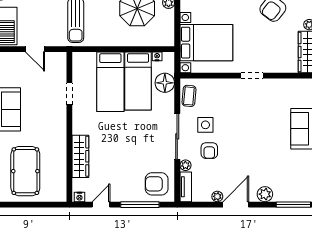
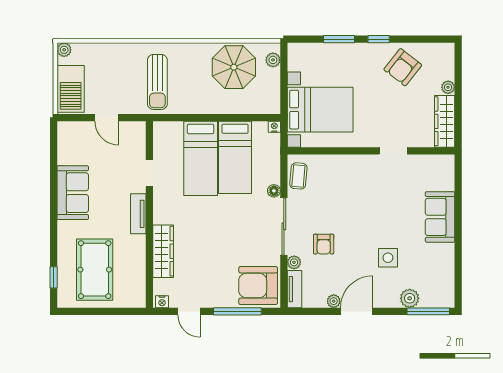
nightstand: (157, 56) -> (274, 127), moved
doorway: (252, 76) -> (393, 151), moved
floor lamp: (165, 83) -> (274, 191), moved, width x0.53, depth x0.53
side table: (205, 125) -> (388, 258), moved
tv unit: (60, 126) -> (138, 214), added
armchair: (157, 184) -> (258, 286), width x1.36, depth x1.36
plant: (265, 194) -> (410, 298), moved
door: (101, 205) -> (189, 311), swing flipped

